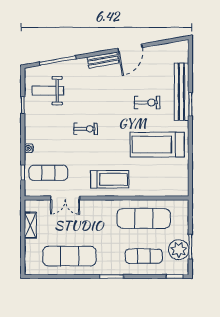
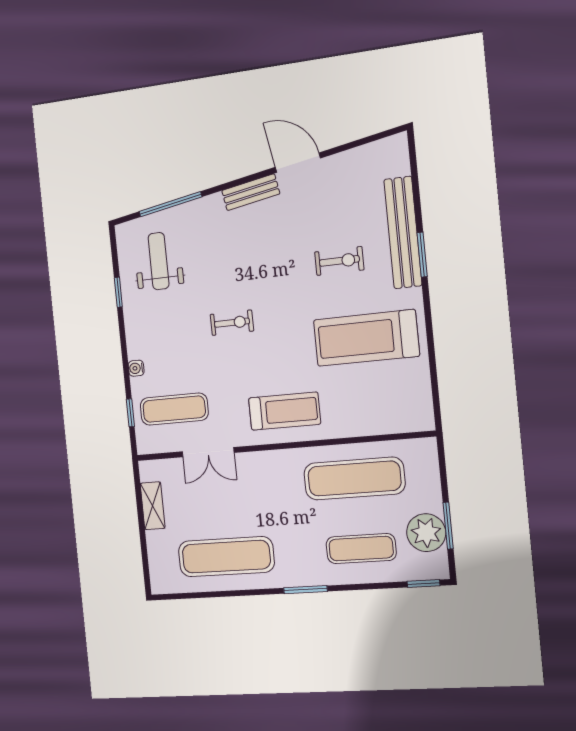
door: (130, 48) -> (298, 163), swing flipped
weight bench: (48, 91) -> (159, 261), turned 90

